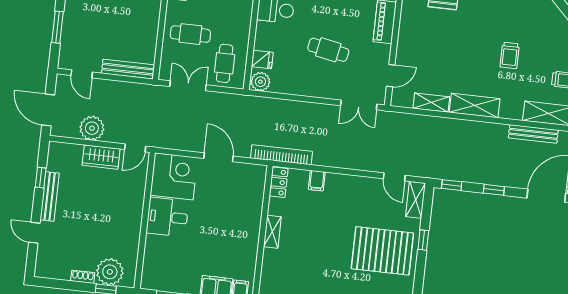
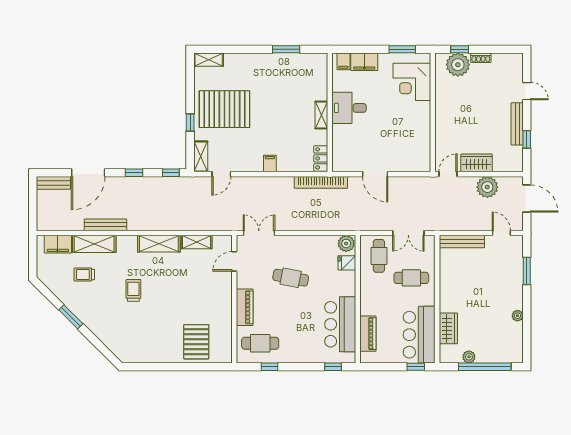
corner desk: (174, 176) -> (412, 82), moved
door: (394, 177) -> (221, 174), swing flipped
filing cabinet: (317, 181) -> (270, 164), moved
desk: (167, 217) -> (349, 108), moved, turned 180

